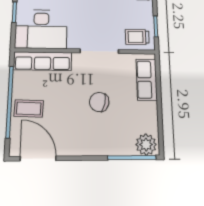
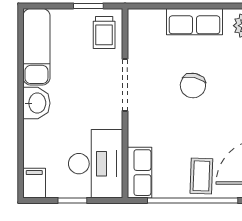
row of seats: (43, 61) -> (140, 173), width x0.68
row of seats: (147, 80) -> (194, 22), moved

